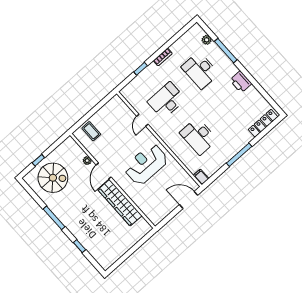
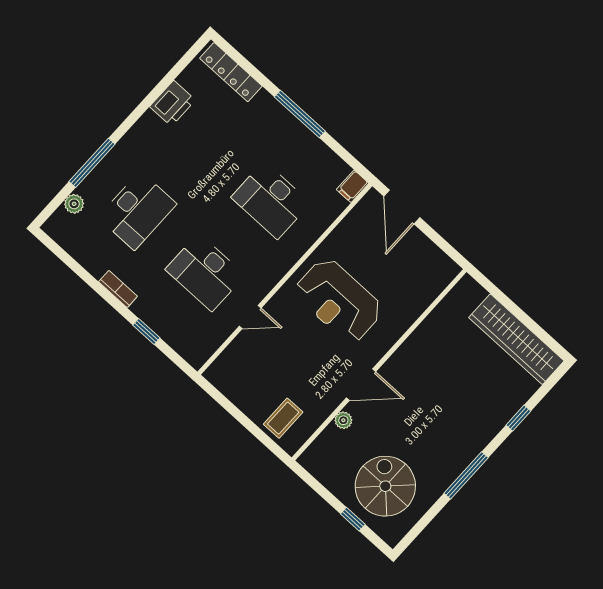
printer: (241, 82) -> (173, 103), moved
desk: (198, 136) -> (271, 200), turned 90
wardrobe: (120, 203) -> (516, 339), moved, turned 90

